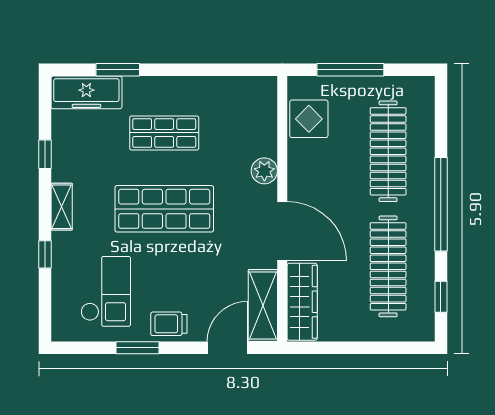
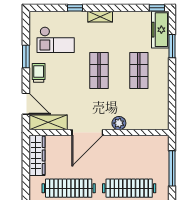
display table: (309, 119) -> (146, 147), removed
window: (45, 154) -> (157, 8), moved
shop shelf: (164, 209) -> (99, 71), width x0.70, depth x0.74
wardrobe: (302, 302) -> (37, 155), moved, turned -90

